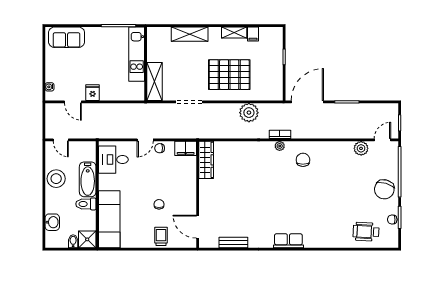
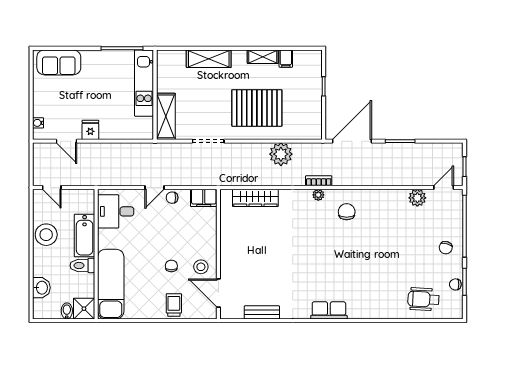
wardrobe: (206, 160) -> (255, 198), moved, turned 90
chair: (384, 189) -> (446, 248), width x0.54, depth x0.54
stool: (183, 205) -> (201, 267), added

